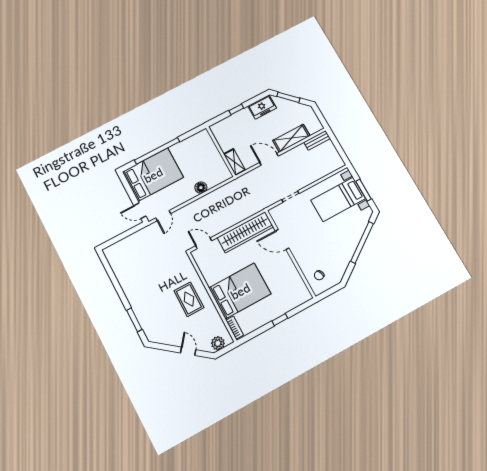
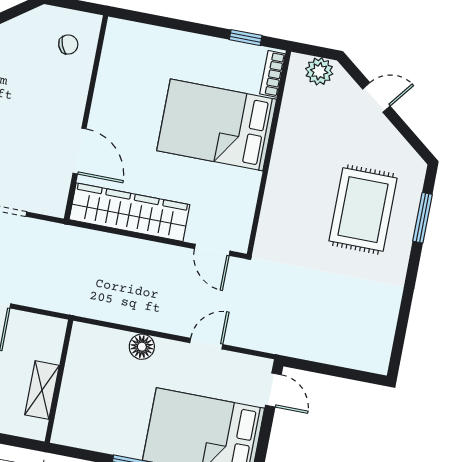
shelving: (234, 162) -> (42, 390), moved
door: (163, 216) -> (206, 344), moved
rug: (189, 299) -> (363, 210), moved, width x1.36, depth x1.43
window: (280, 320) -> (246, 38), moved
door: (188, 351) -> (376, 98), swing flipped

